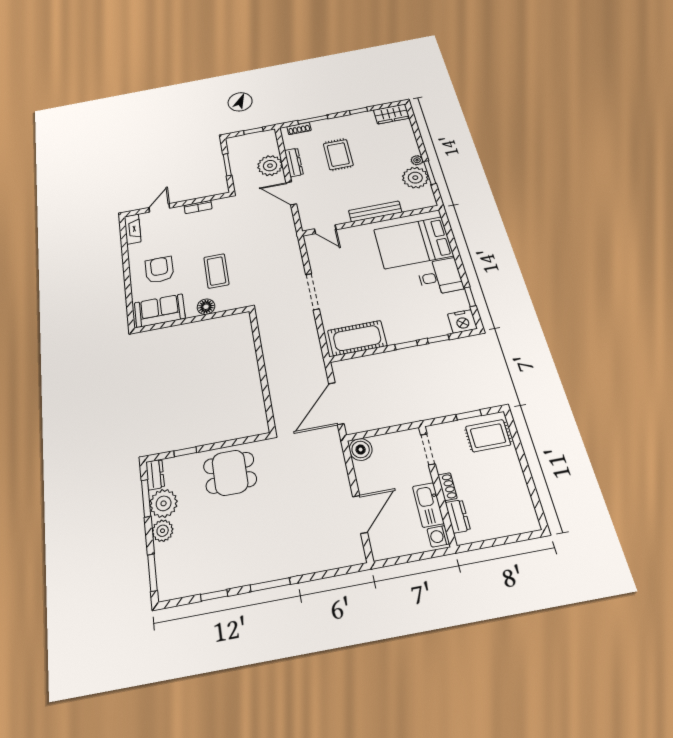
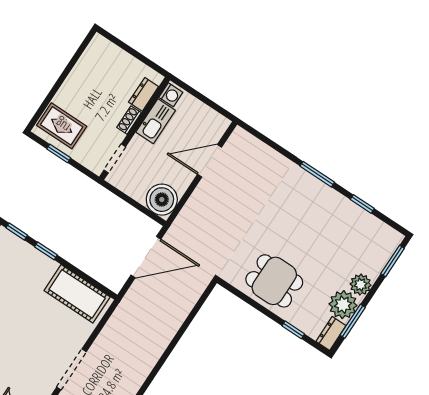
boiler: (361, 449) -> (162, 200), width x1.37, depth x1.37

